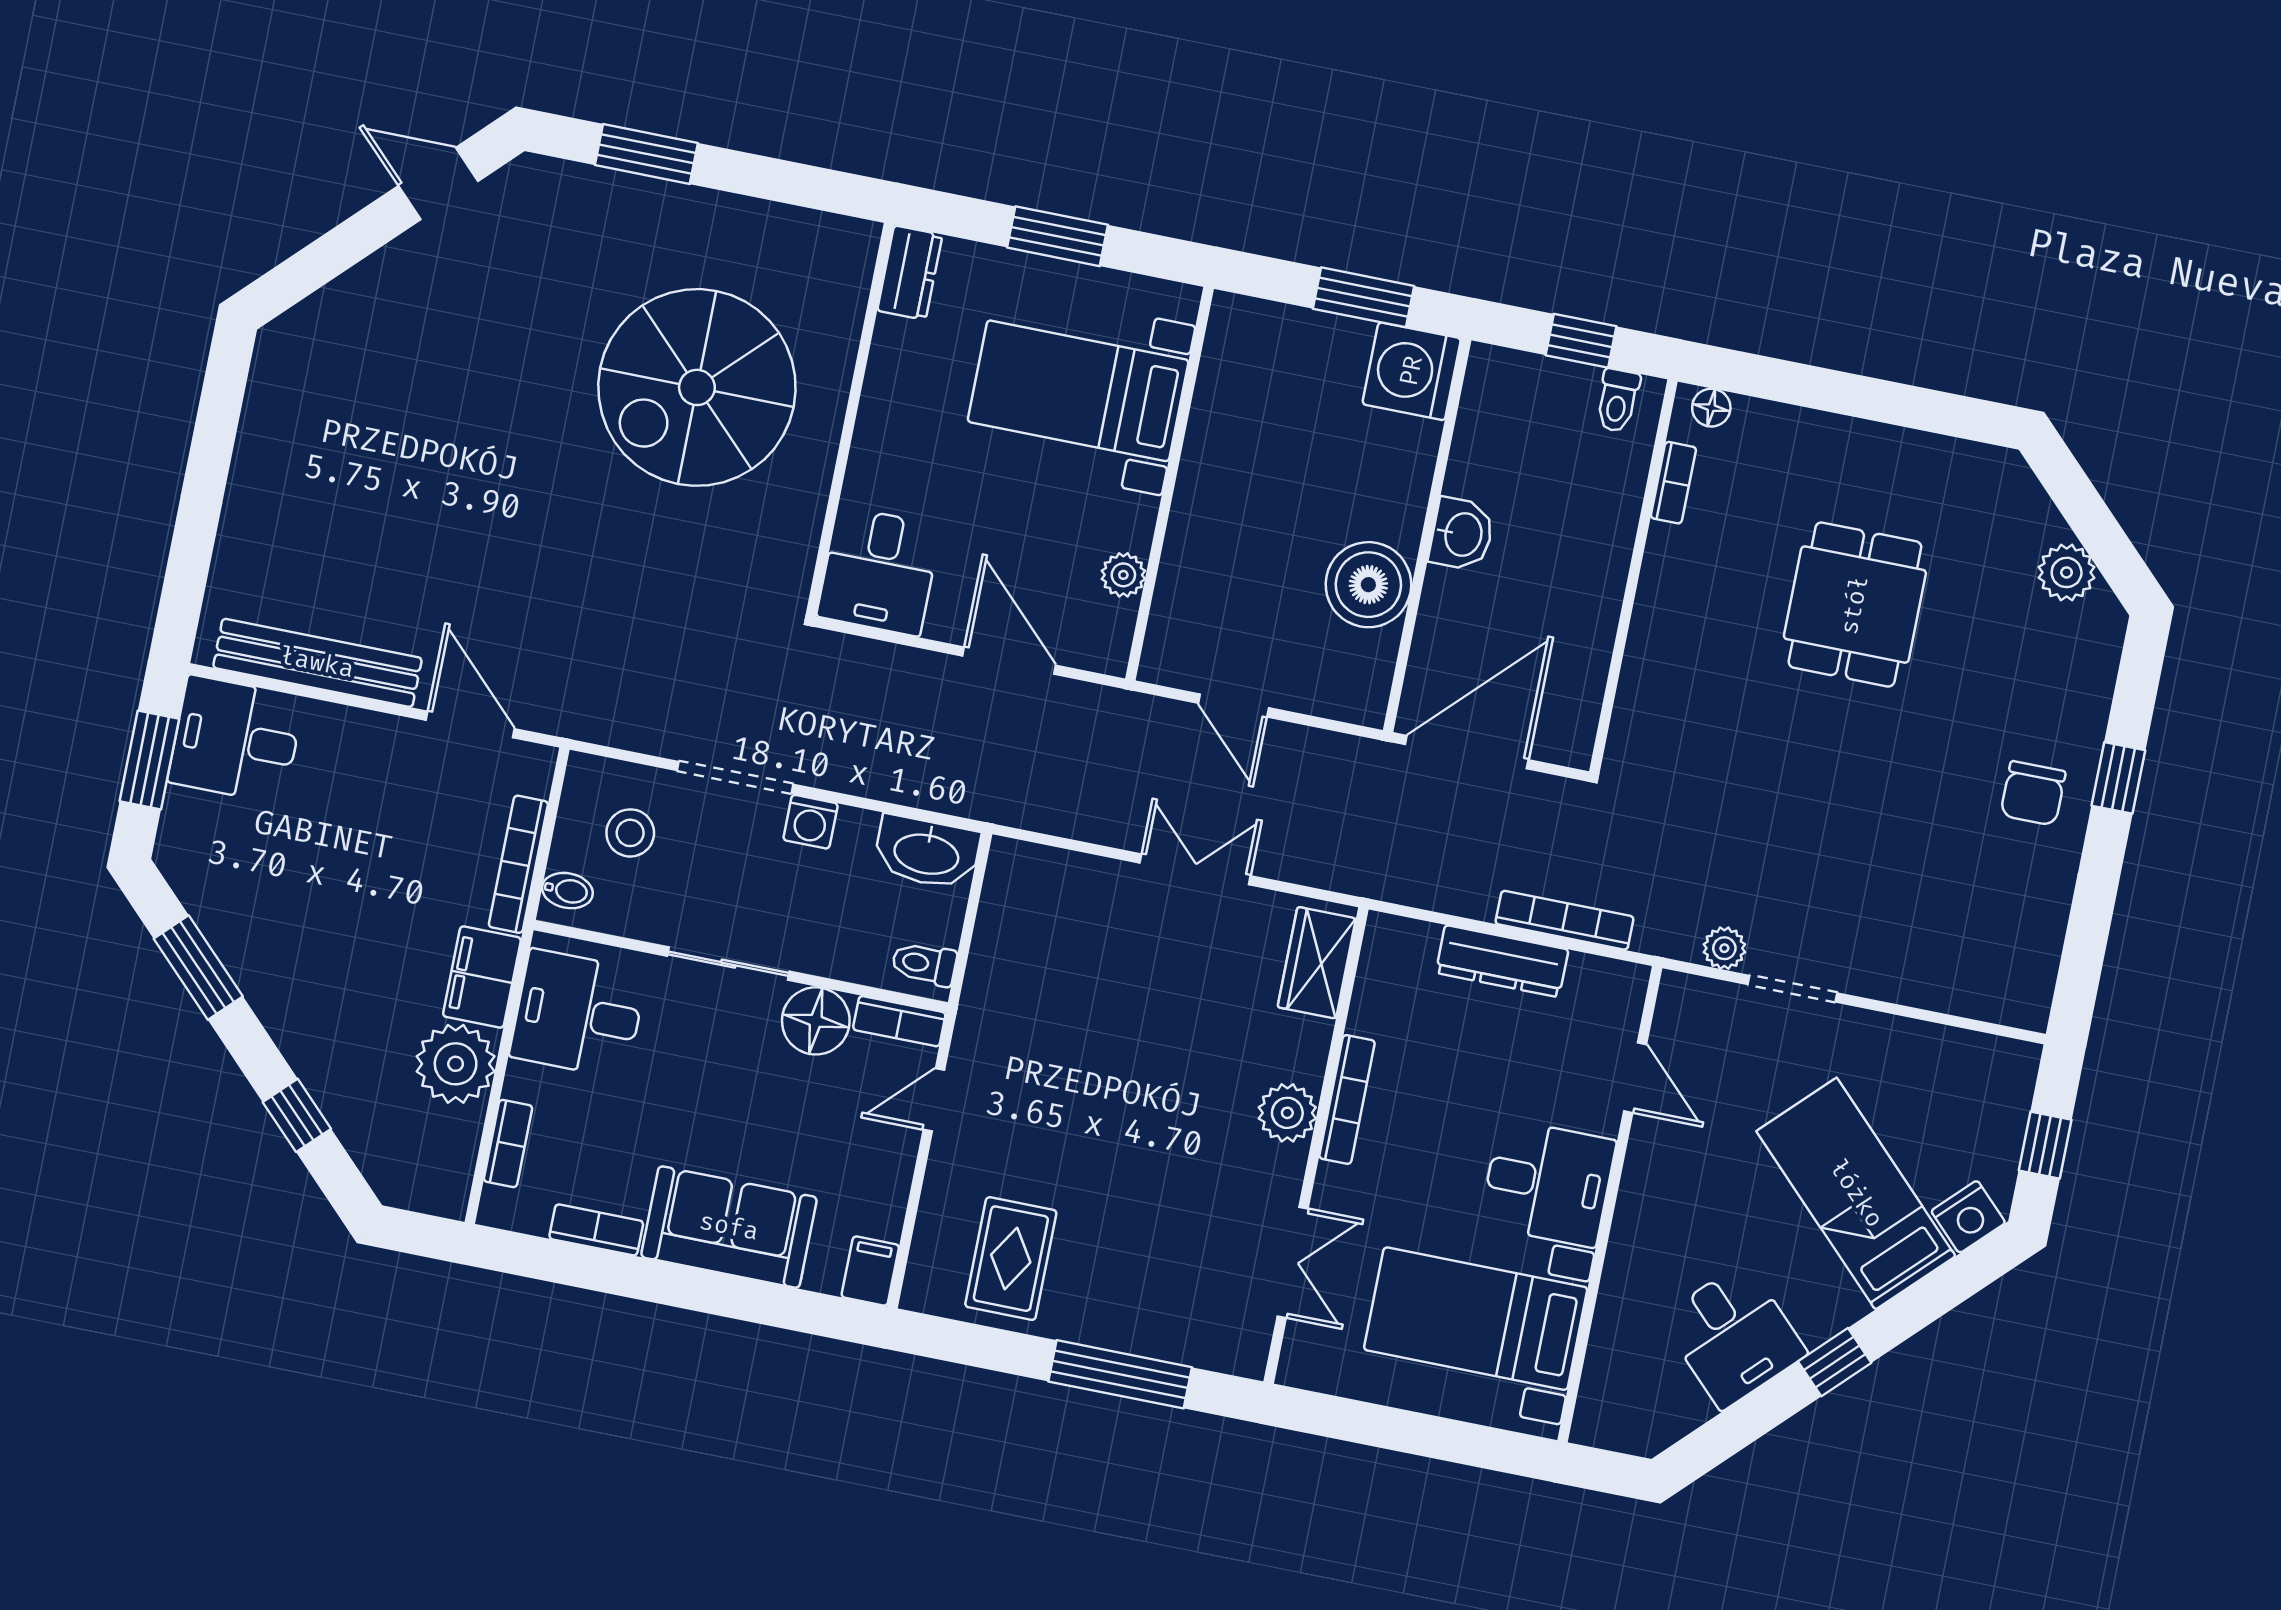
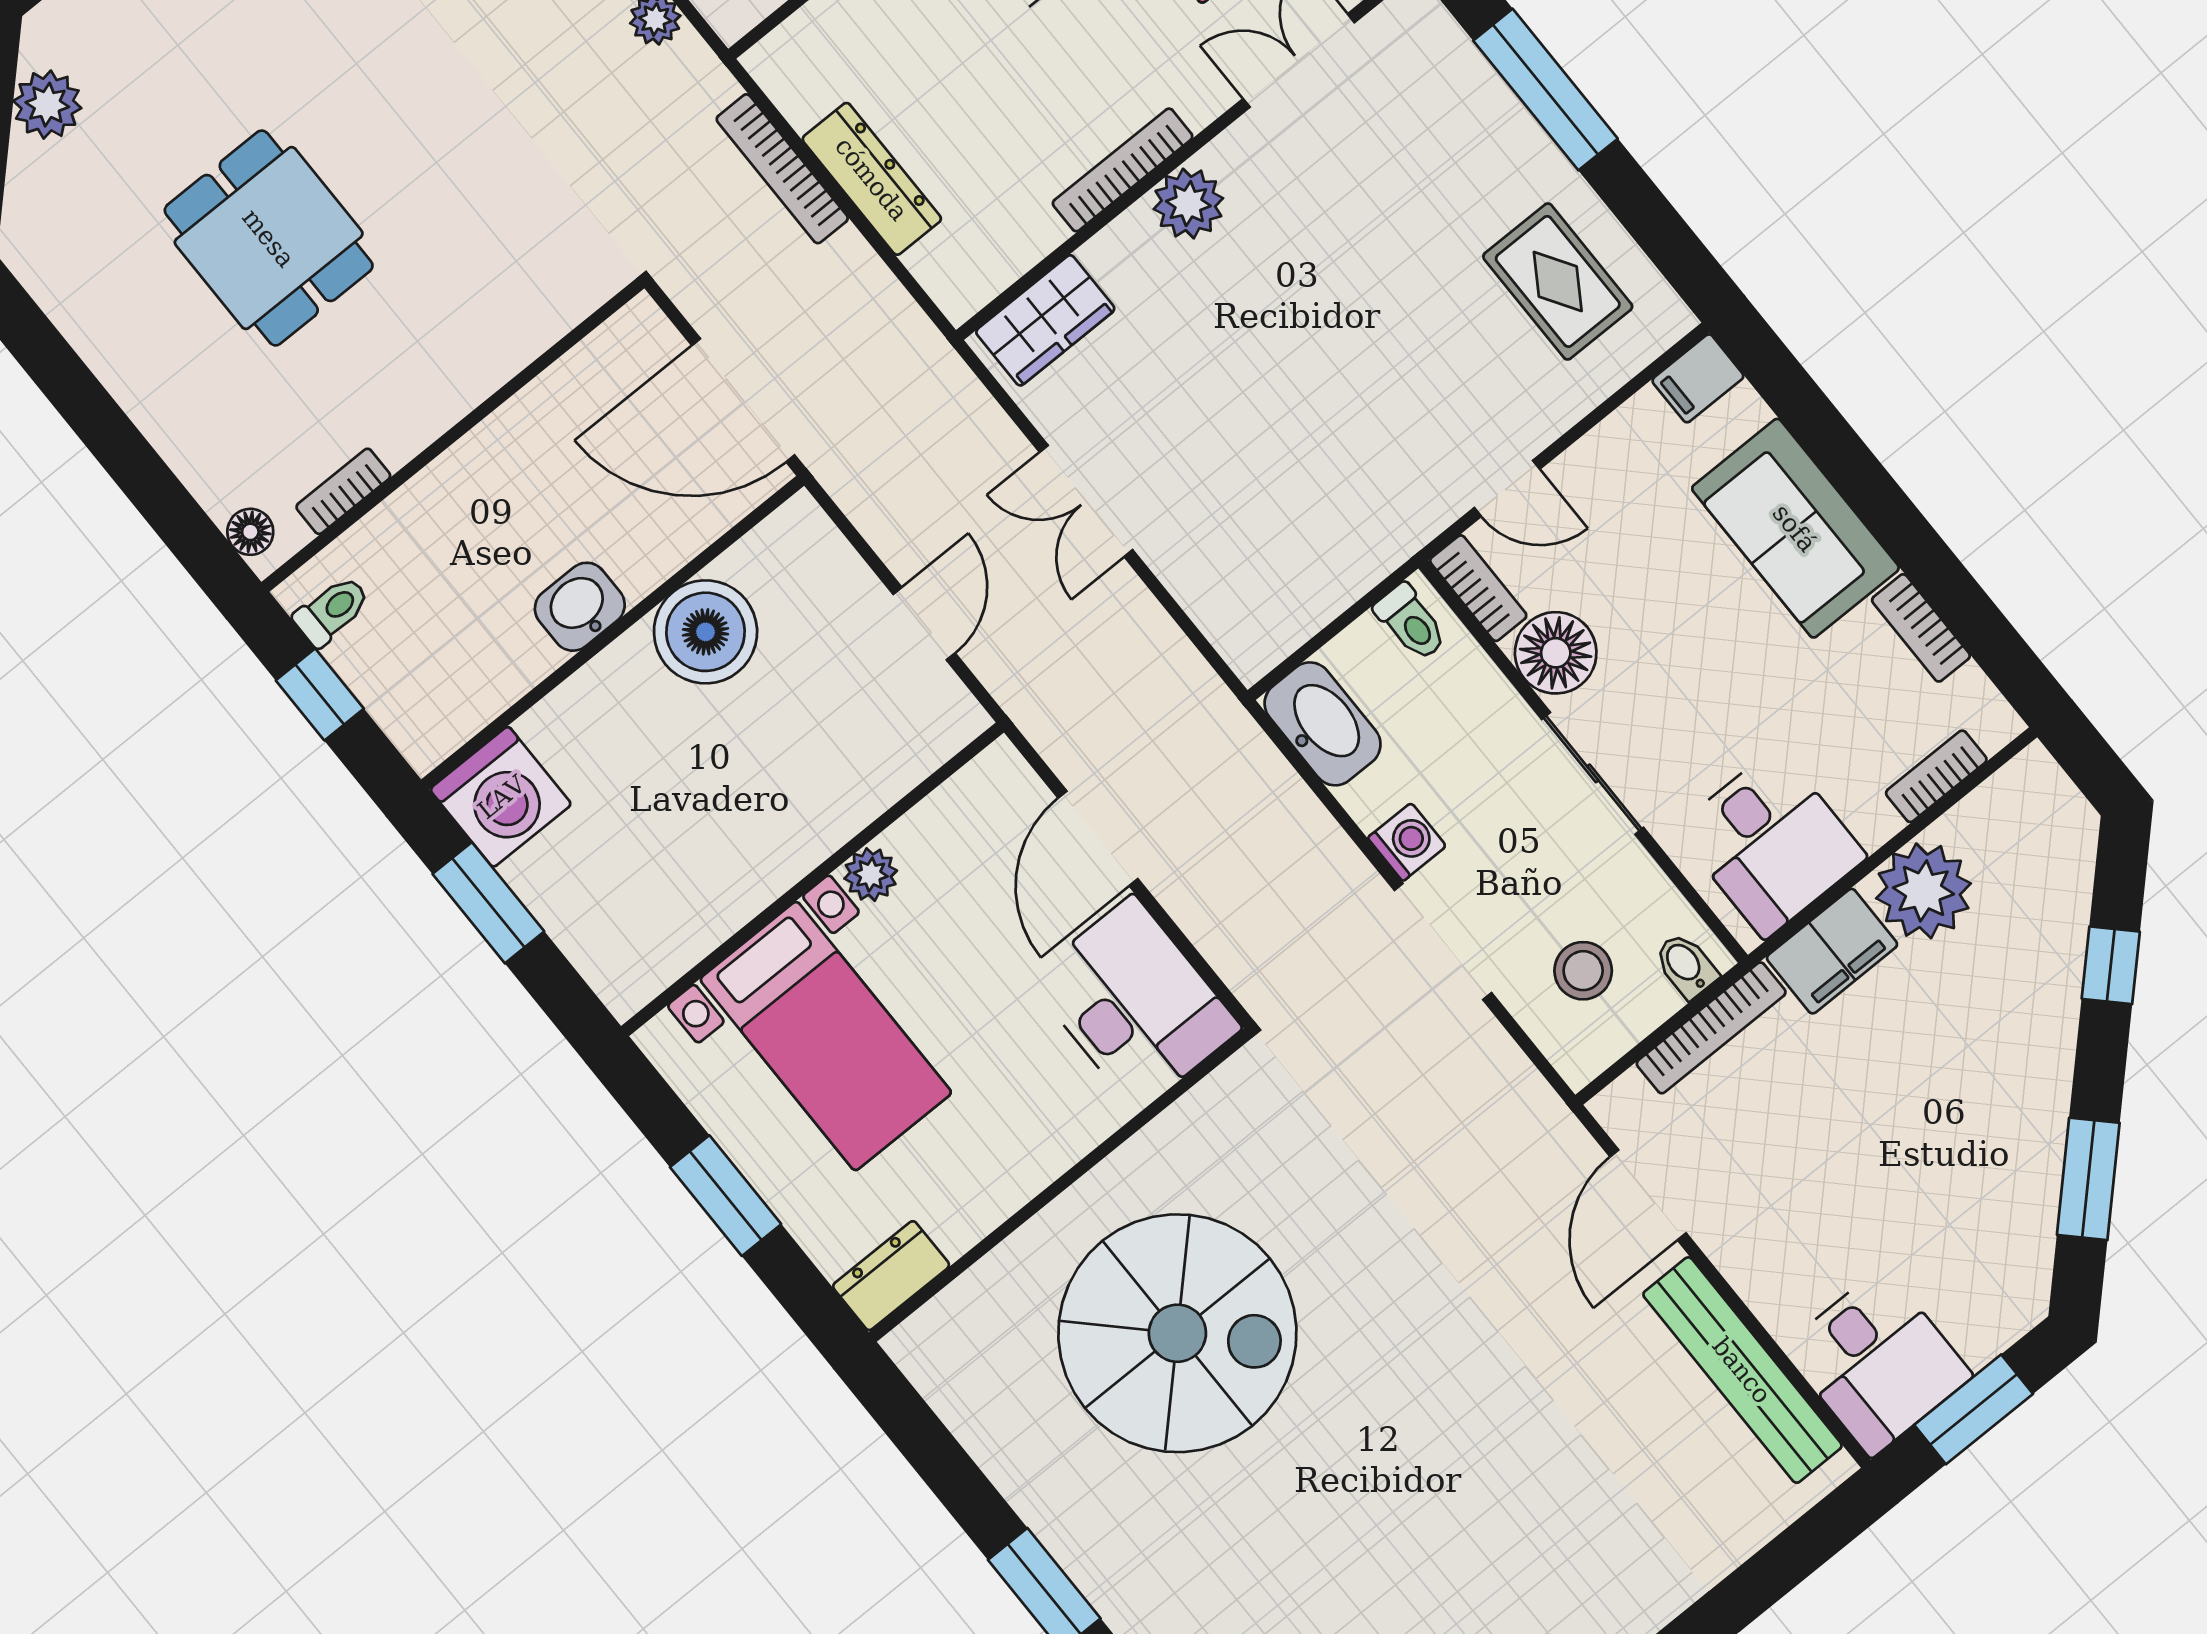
desk: (879, 571) -> (1135, 1004), width x1.37
plant: (1123, 575) -> (871, 875), moved
dining table: (1855, 605) -> (269, 238), turned 90
rug: (1011, 1259) -> (1558, 281), turned 90

